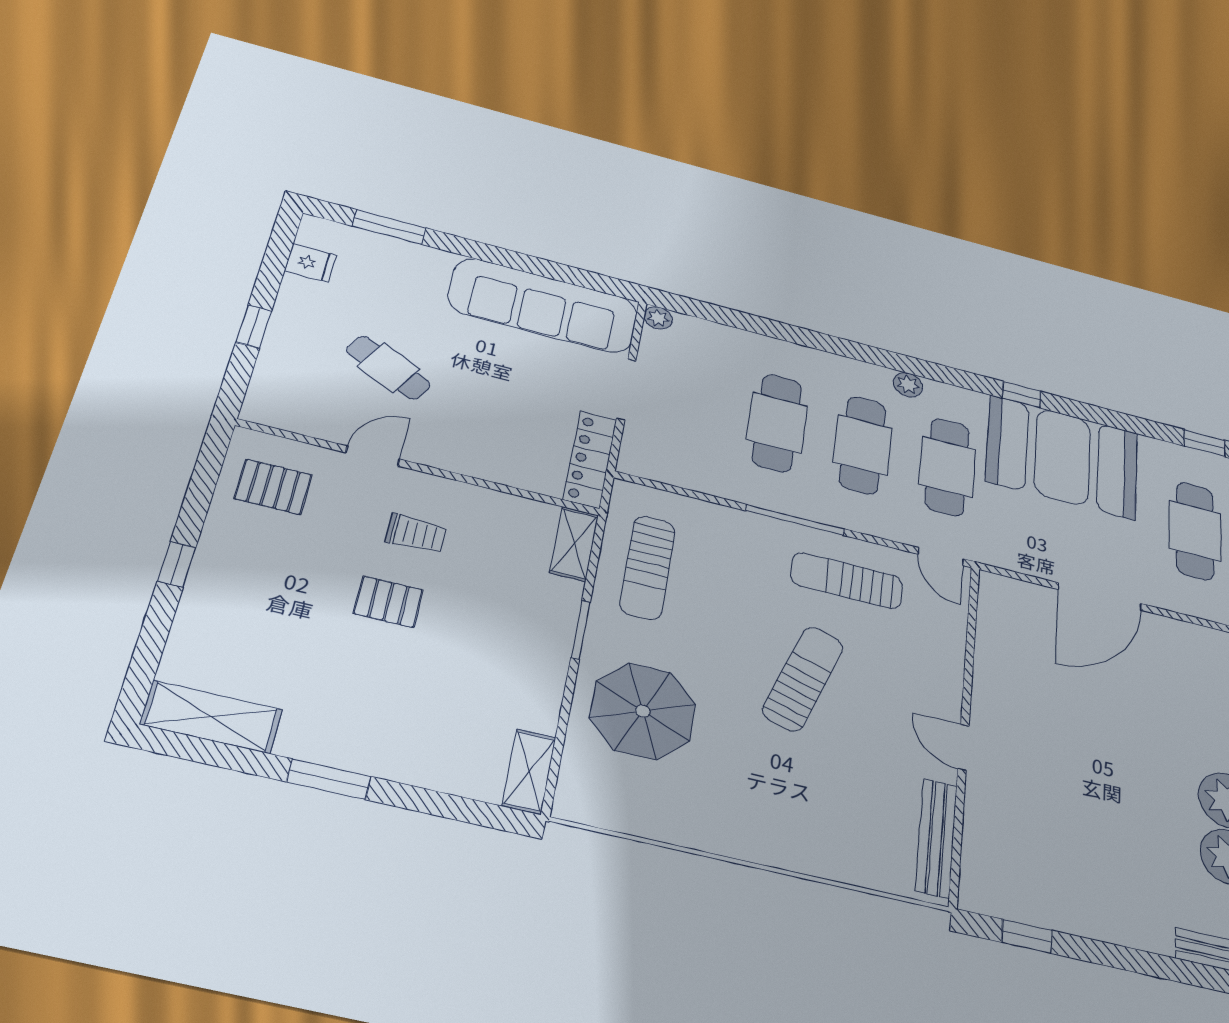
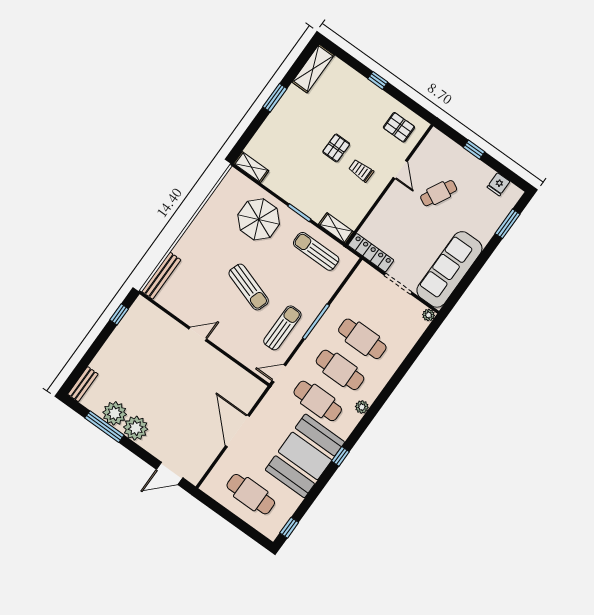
pallet: (273, 487) -> (399, 127), turned 90
trolley: (416, 534) -> (361, 171), turned 90
bench: (936, 838) -> (161, 276), moved, turned 90

